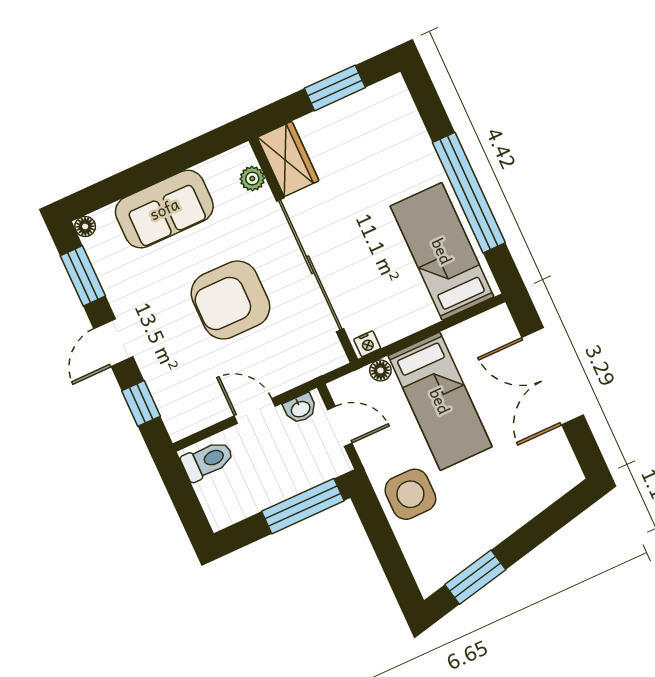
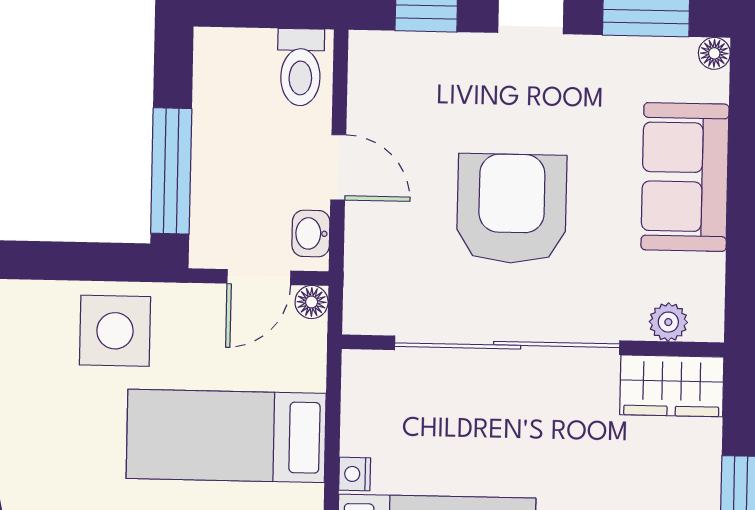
nightstand: (367, 344) -> (355, 474), moved
floor lamp: (380, 370) -> (312, 302), moved
door: (255, 411) -> (338, 167), hinge flipped

